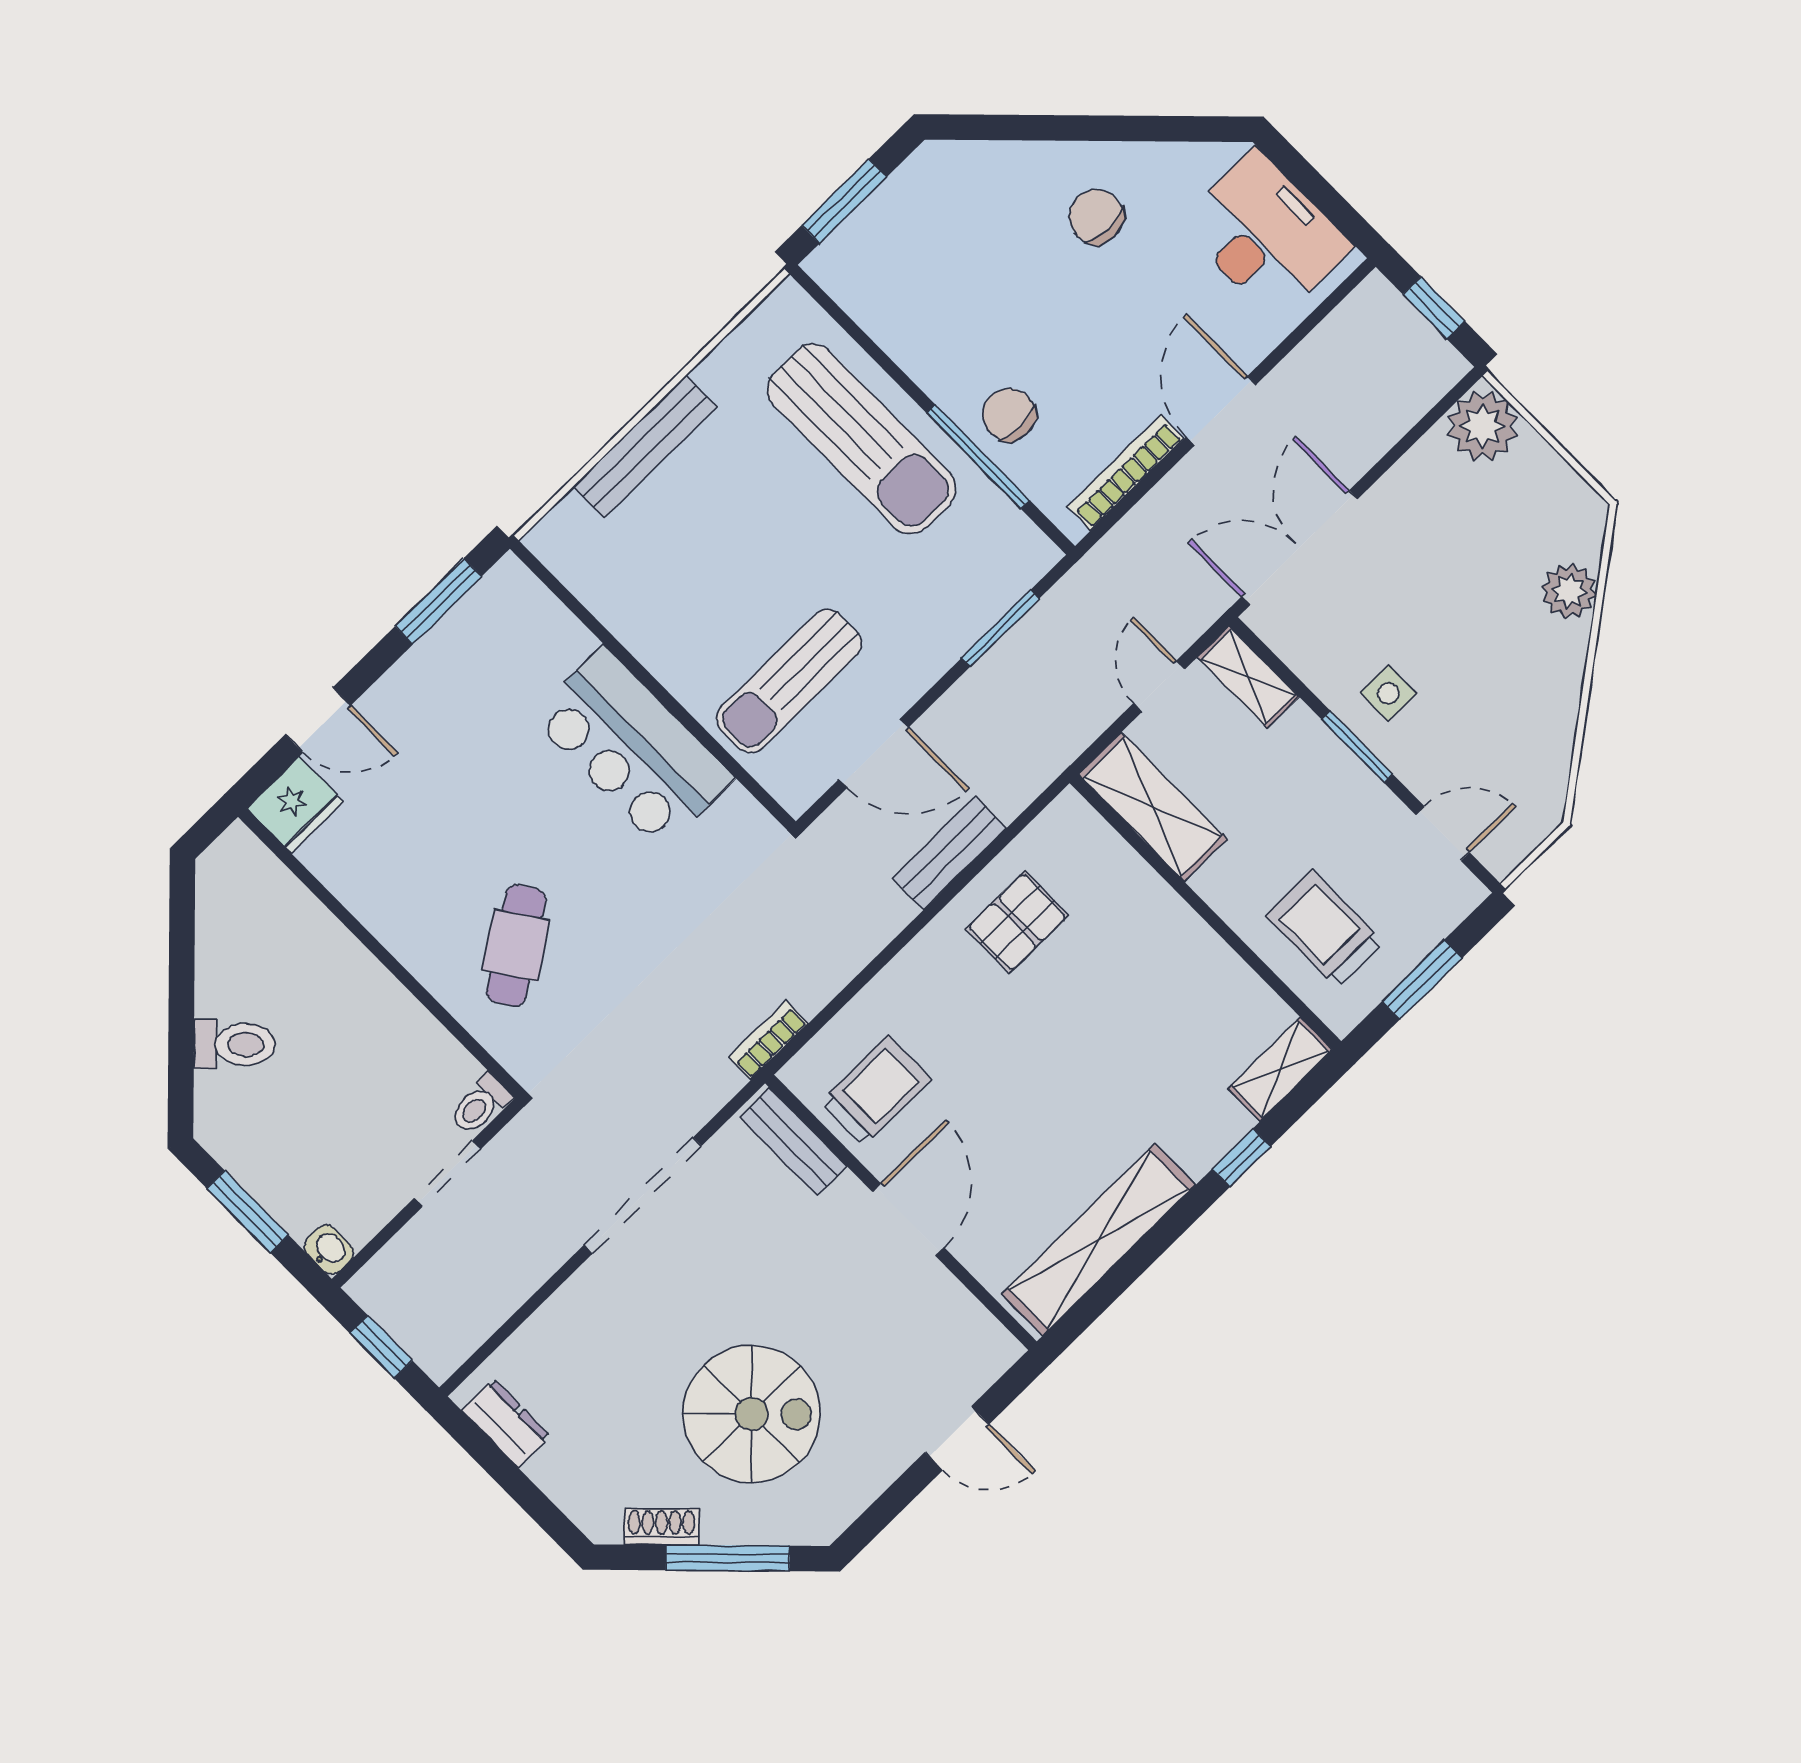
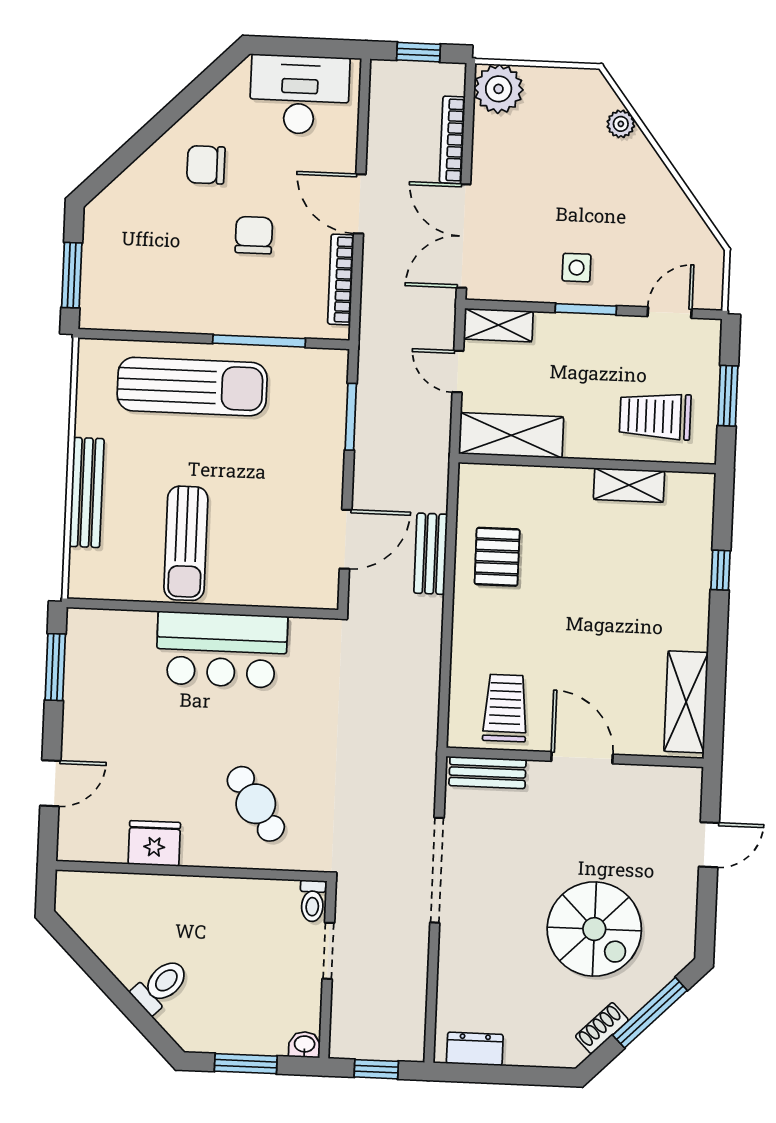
chair: (1009, 415) -> (254, 235), moved, turned 90
plant: (1569, 591) -> (621, 124), width x0.73, depth x0.73
sun lounger: (789, 681) -> (186, 543), moved
fridge: (295, 805) -> (154, 843), moved, turned -90
bookcase: (768, 1040) -> (452, 140), moved, width x1.56
shelving: (1280, 1069) -> (629, 485), moved, turned 90
shelving: (1099, 1240) -> (686, 702), width x0.68
spiral stairs: (752, 1414) -> (594, 929), turned 90

